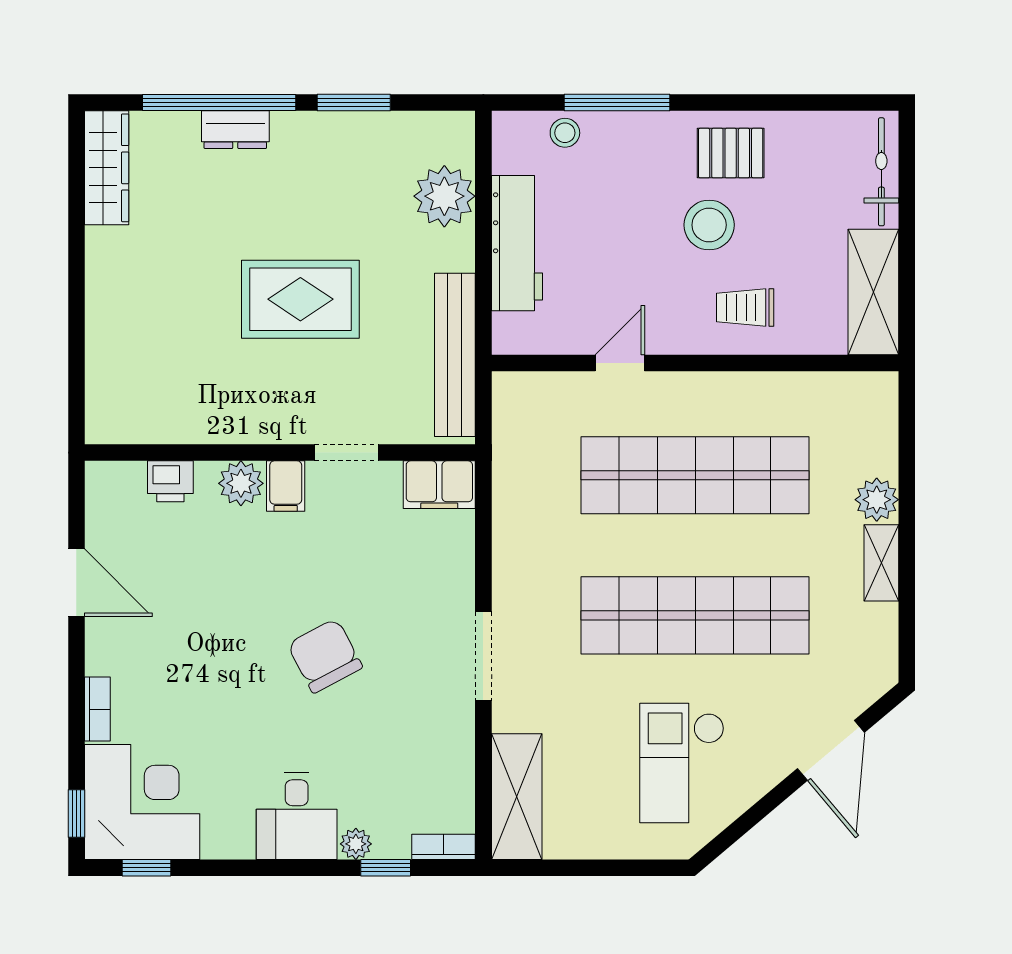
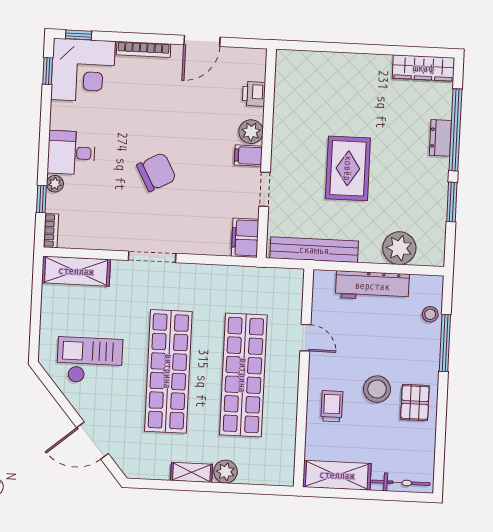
bookcase: (97, 709) -> (144, 49), width x1.56

